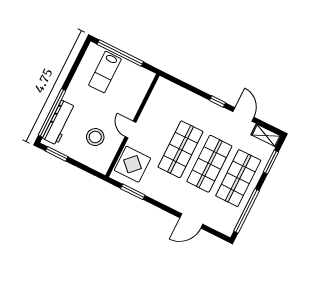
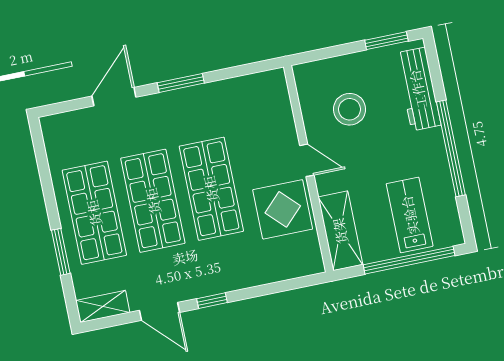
shelving: (140, 88) -> (340, 231), added
window: (52, 113) -> (451, 148), moved
window: (271, 162) -> (61, 252), moved
display table: (132, 164) -> (283, 209), moved
window: (133, 192) -> (181, 83), moved
window: (246, 211) -> (45, 174), removed

